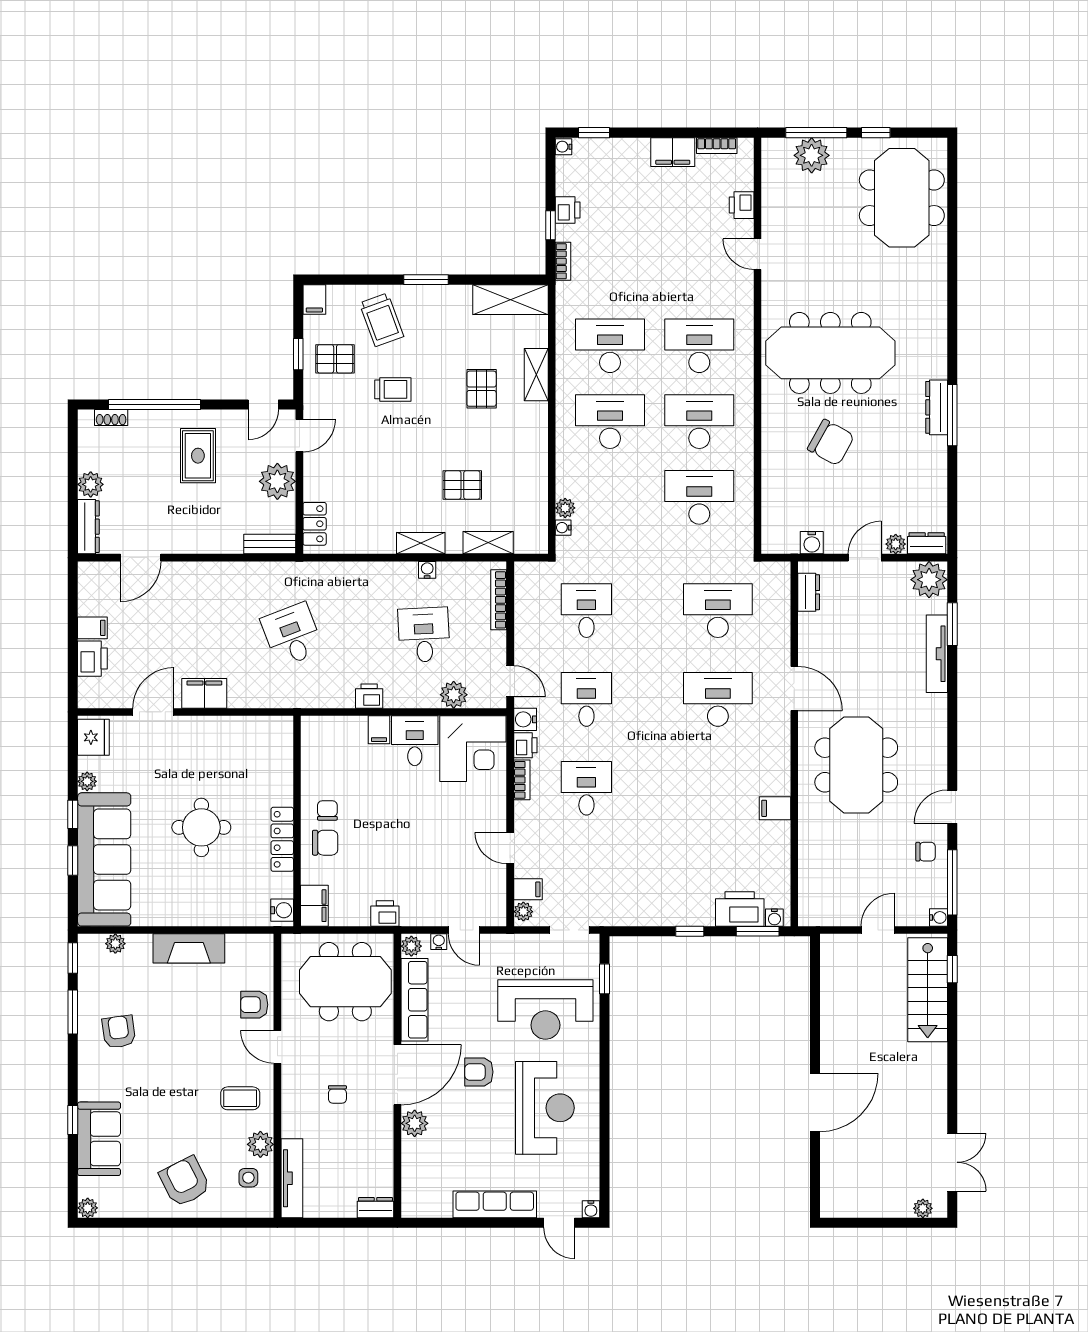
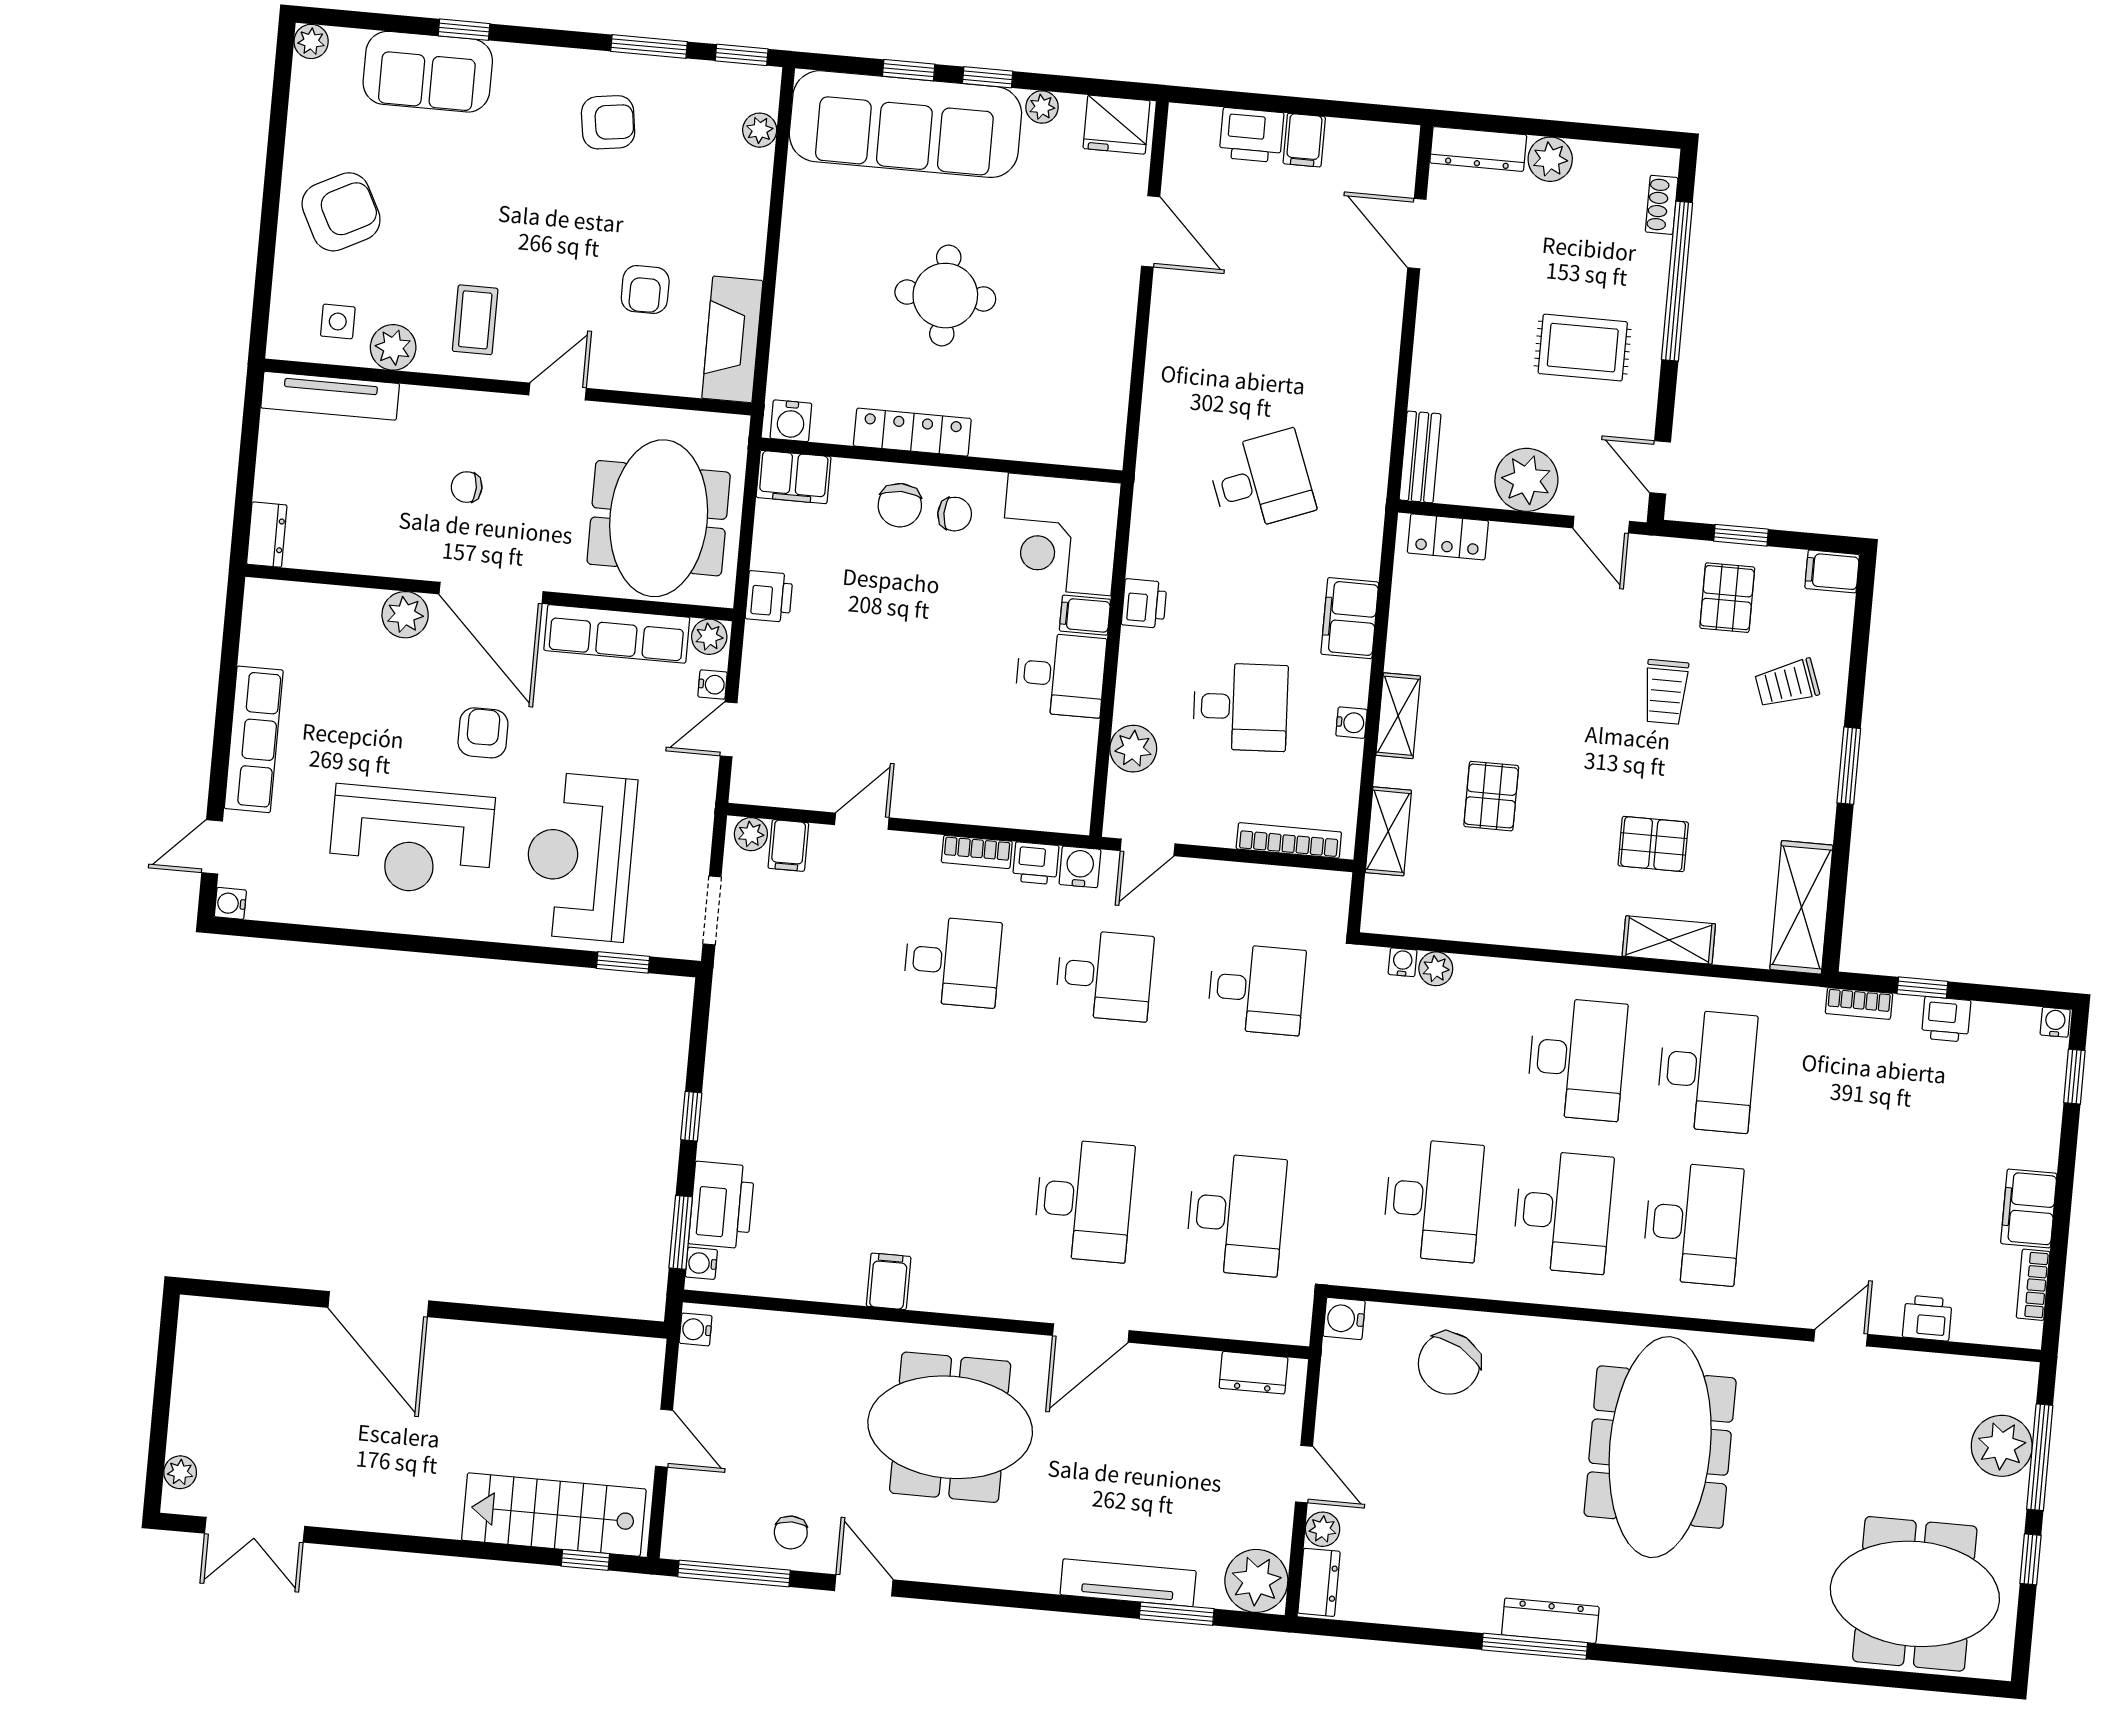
trolley: (381, 320) -> (1787, 683), width x0.73, depth x0.72
chair: (831, 442) -> (1449, 1363), moved
water cooler: (812, 543) -> (1344, 1319), moved
filing cabinet: (204, 693) -> (1350, 618), moved, turned 180
corner desk: (473, 749) -> (1060, 534), moved
water cooler: (939, 917) -> (696, 1329), moved, turned 90
fireplace: (189, 948) -> (732, 339), moved
armchair: (254, 1005) -> (645, 290), moved, turned 180

